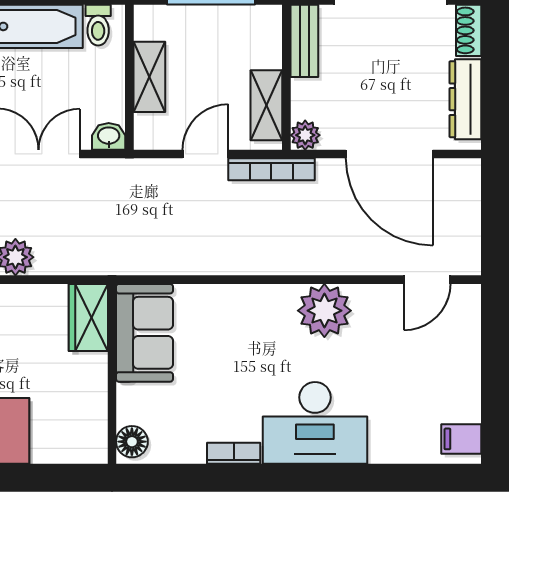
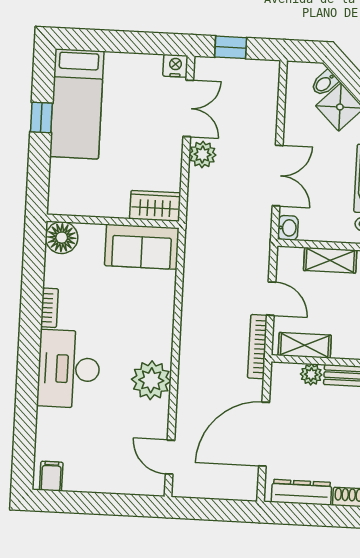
plant: (305, 135) -> (311, 374), moved
floor lamp: (132, 442) -> (62, 238), width x1.38, depth x1.38

